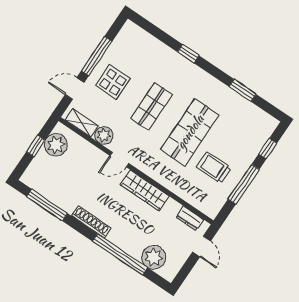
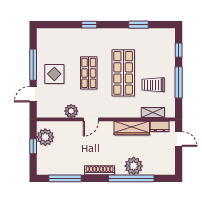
shelving: (82, 123) -> (153, 113), moved
wardrobe: (145, 190) -> (132, 128), moved
plant: (154, 257) -> (134, 166), moved

